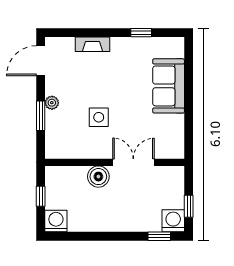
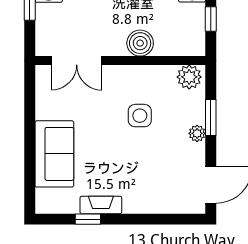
fireplace: (92, 44) -> (101, 205), moved
plant: (58, 149) -> (189, 77), added
double door: (133, 162) -> (77, 61), moved

